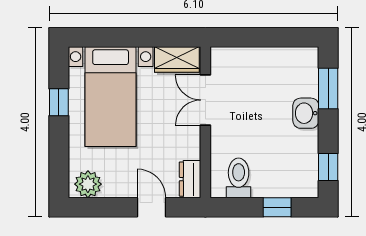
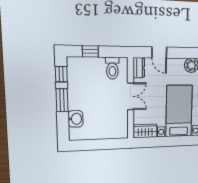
window: (328, 89) -> (62, 100), moved
double door: (205, 100) -> (131, 96), moved
washbasin: (306, 113) -> (75, 119), moved

